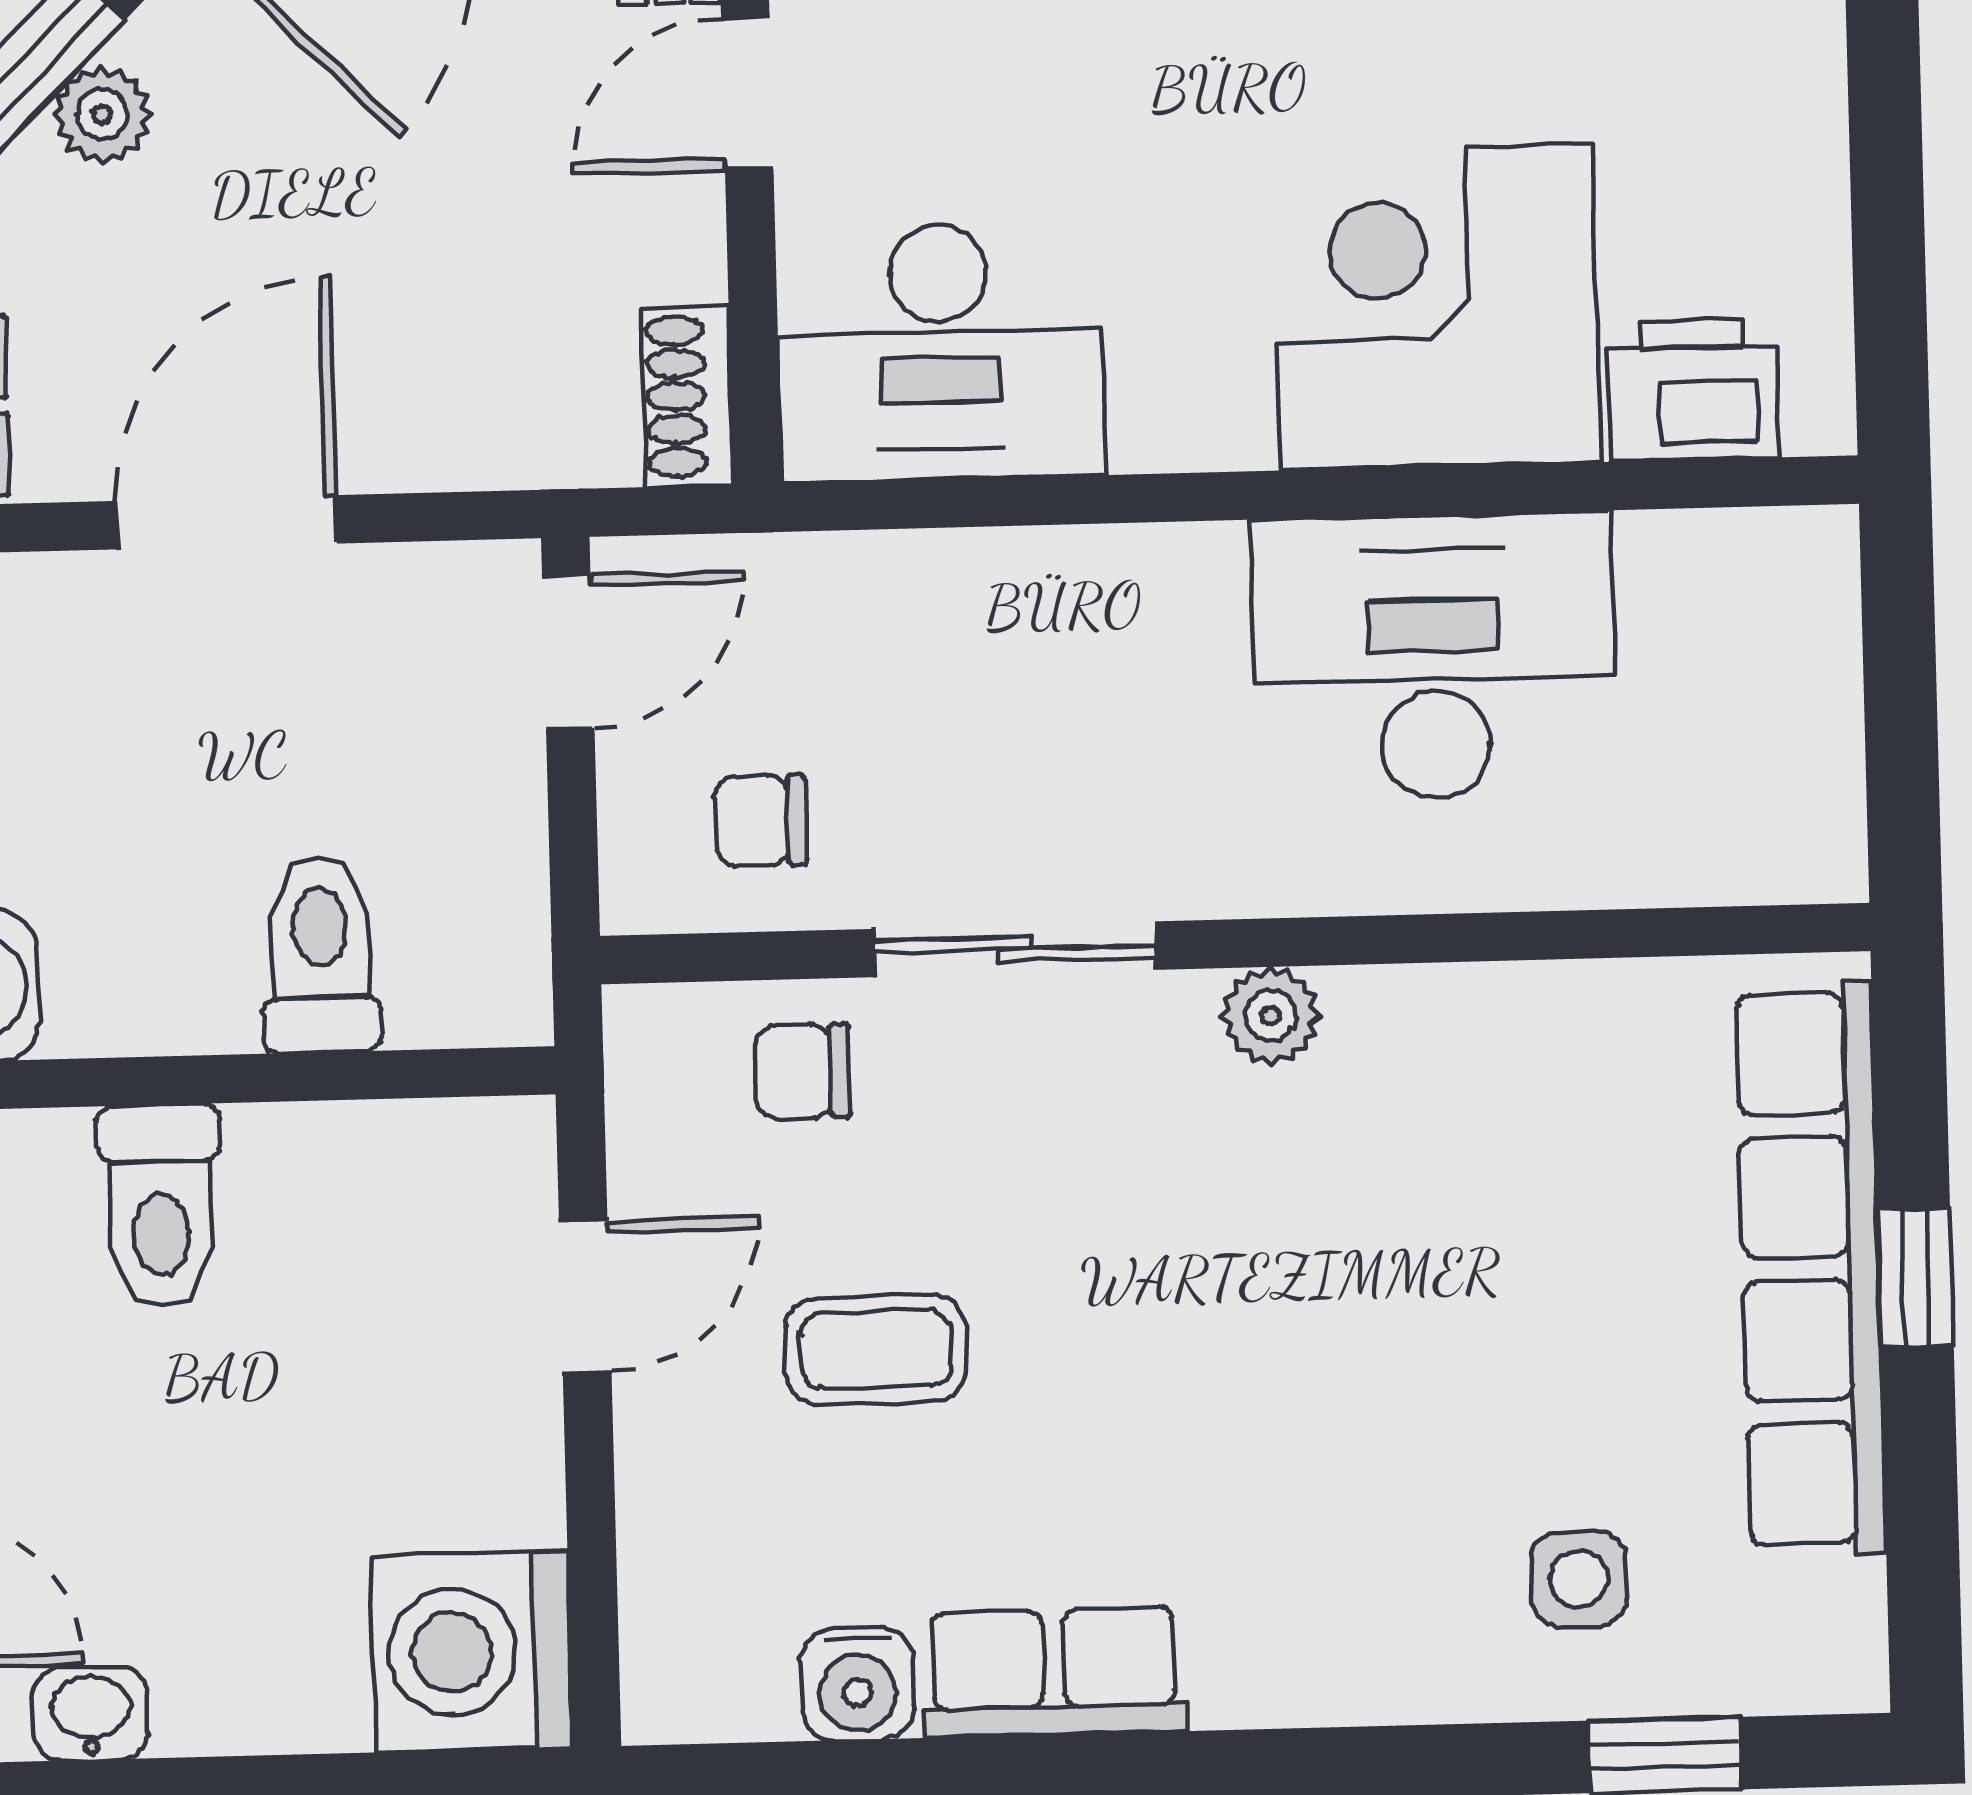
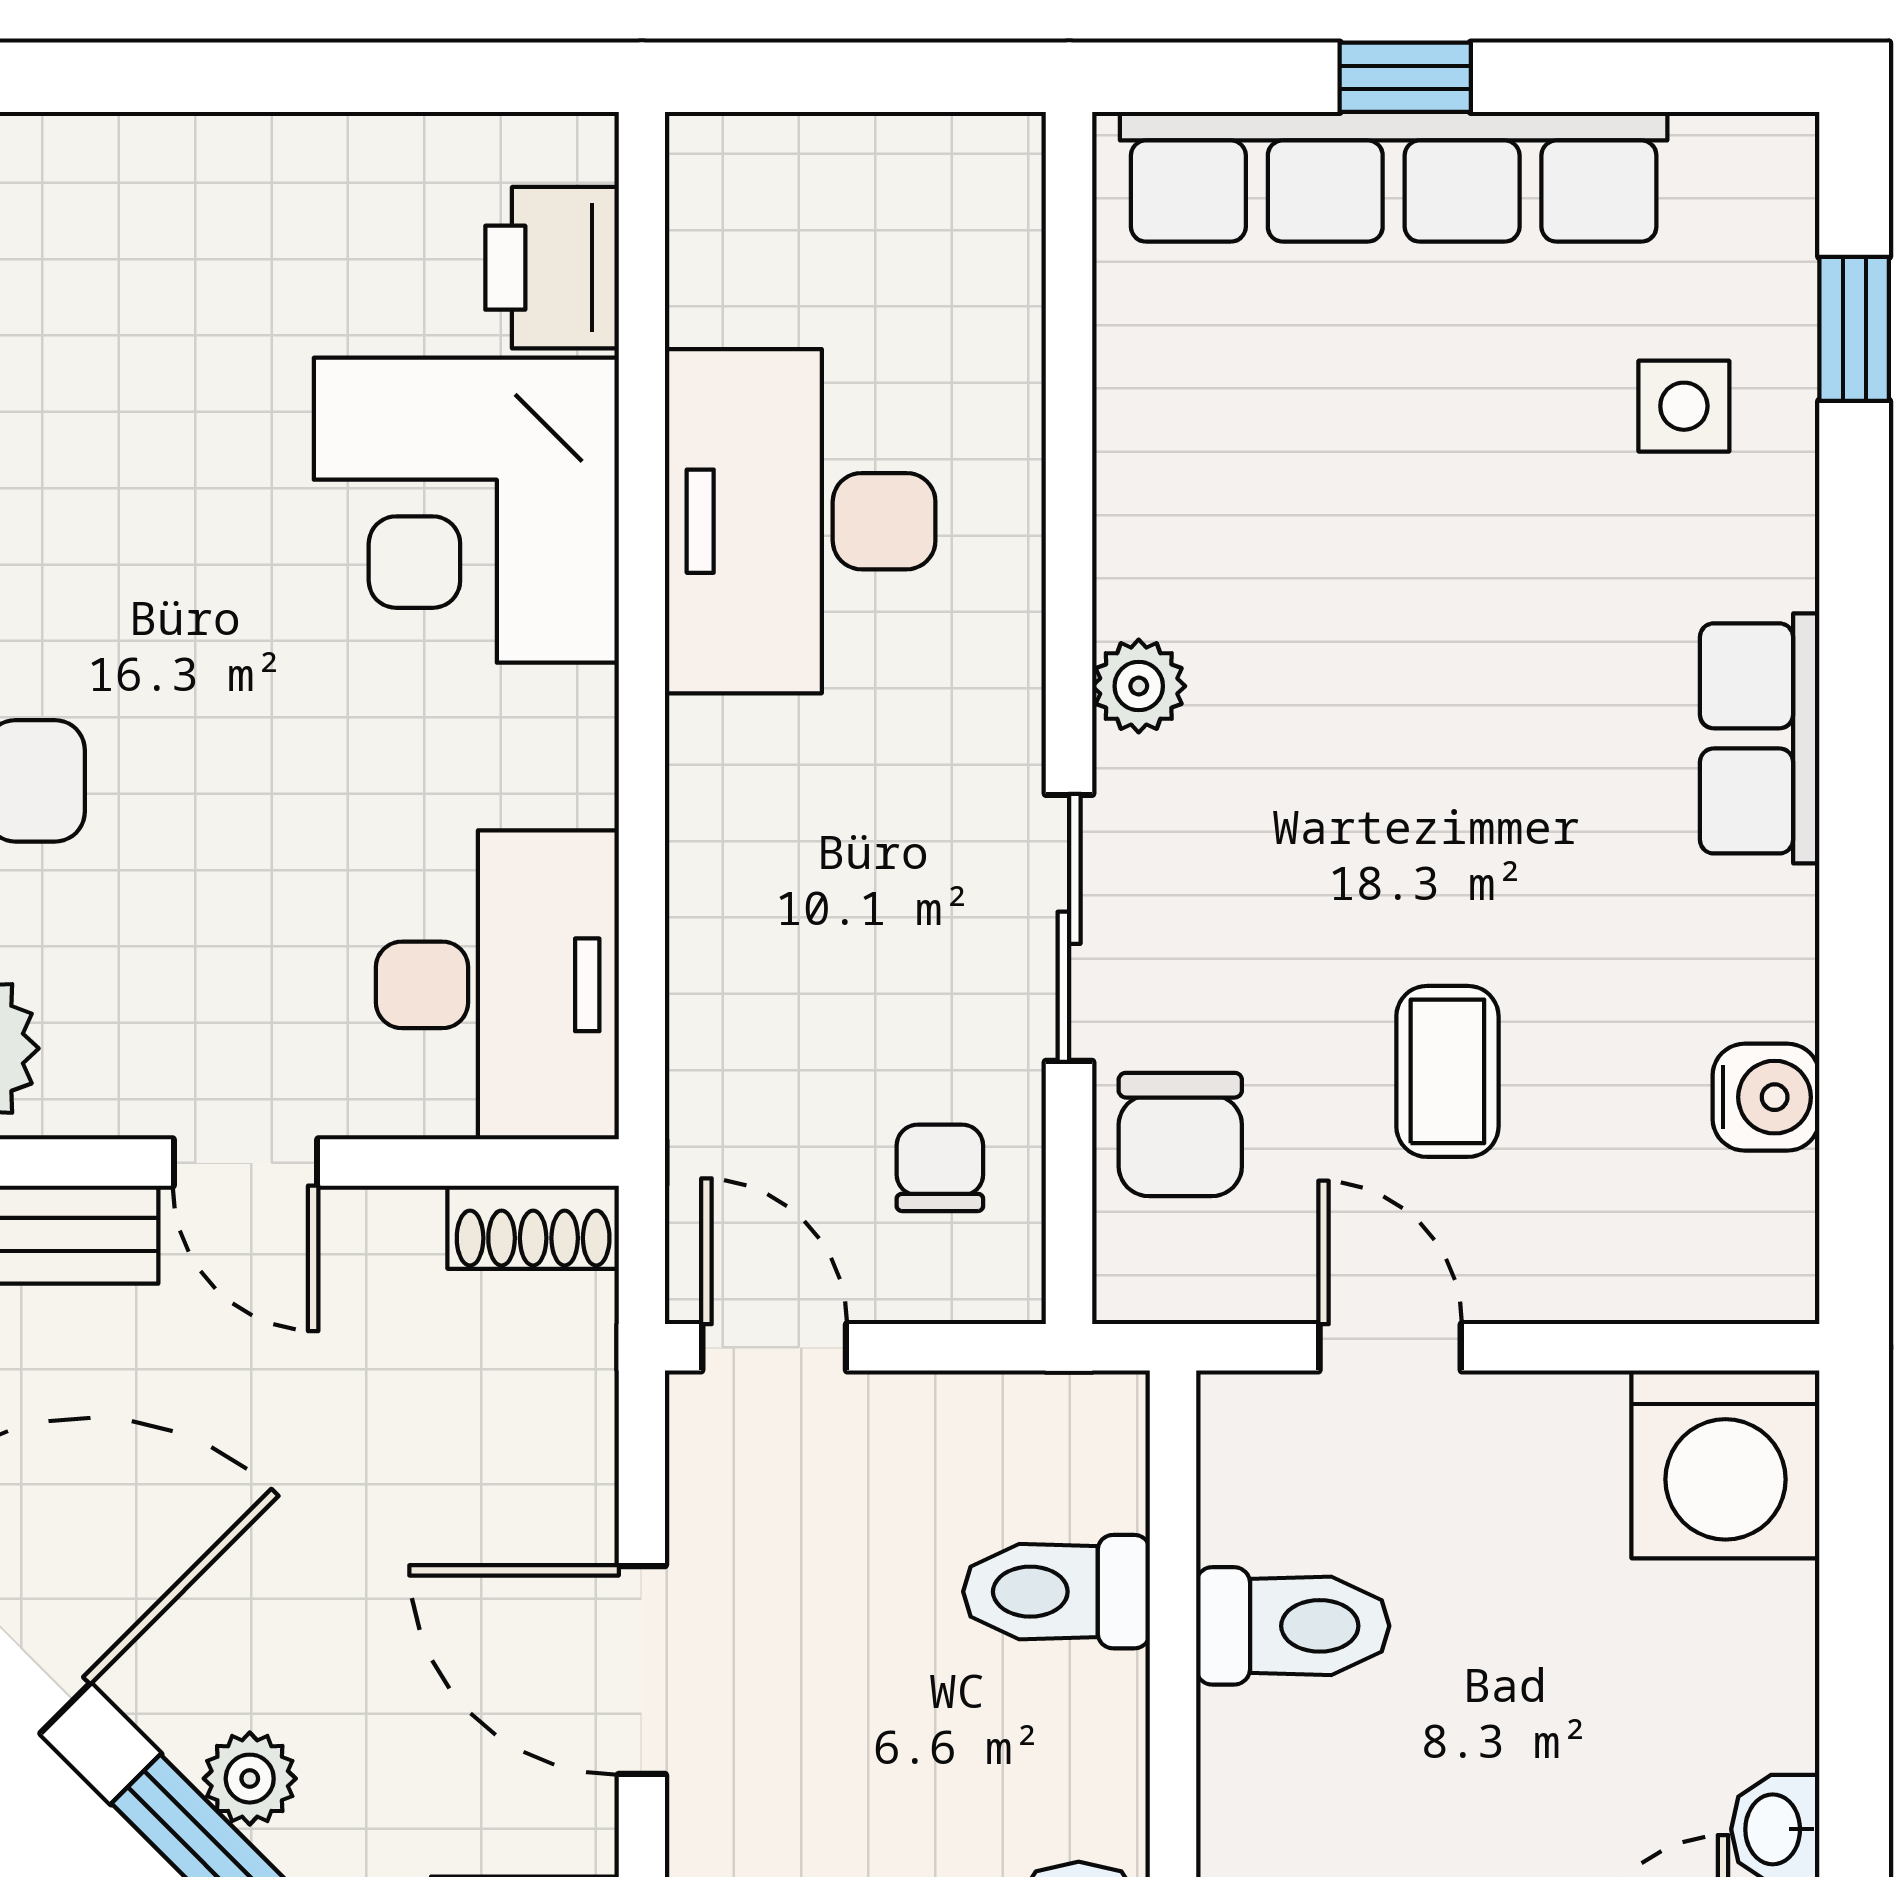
chair: (761, 821) -> (940, 1168), turned 180
chair: (802, 1071) -> (1180, 1135), width x1.37, depth x1.37
toilet: (161, 1206) -> (1293, 1626), moved
row of seats: (1054, 1672) -> (1760, 738), moved

